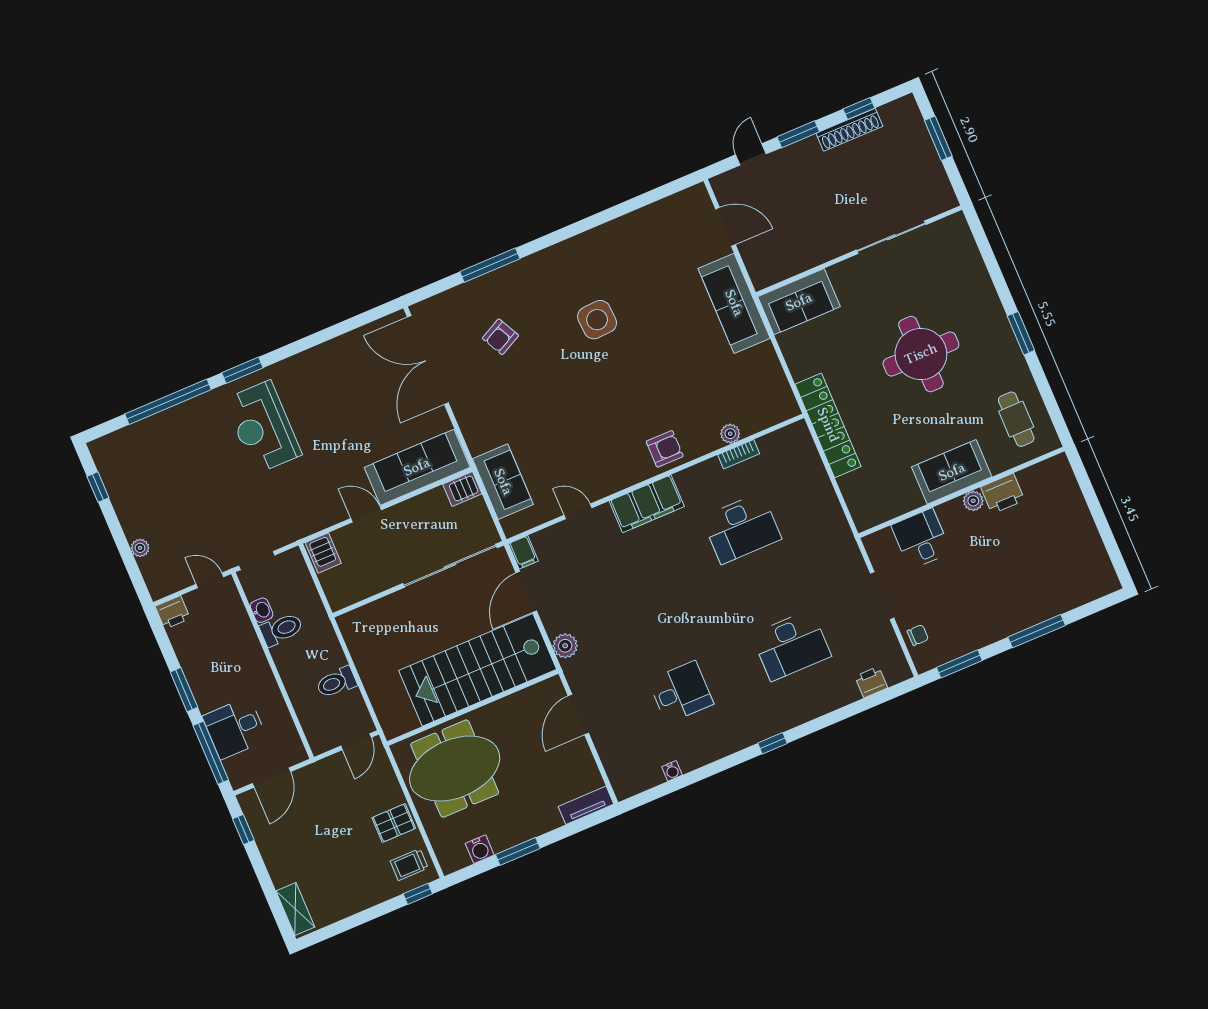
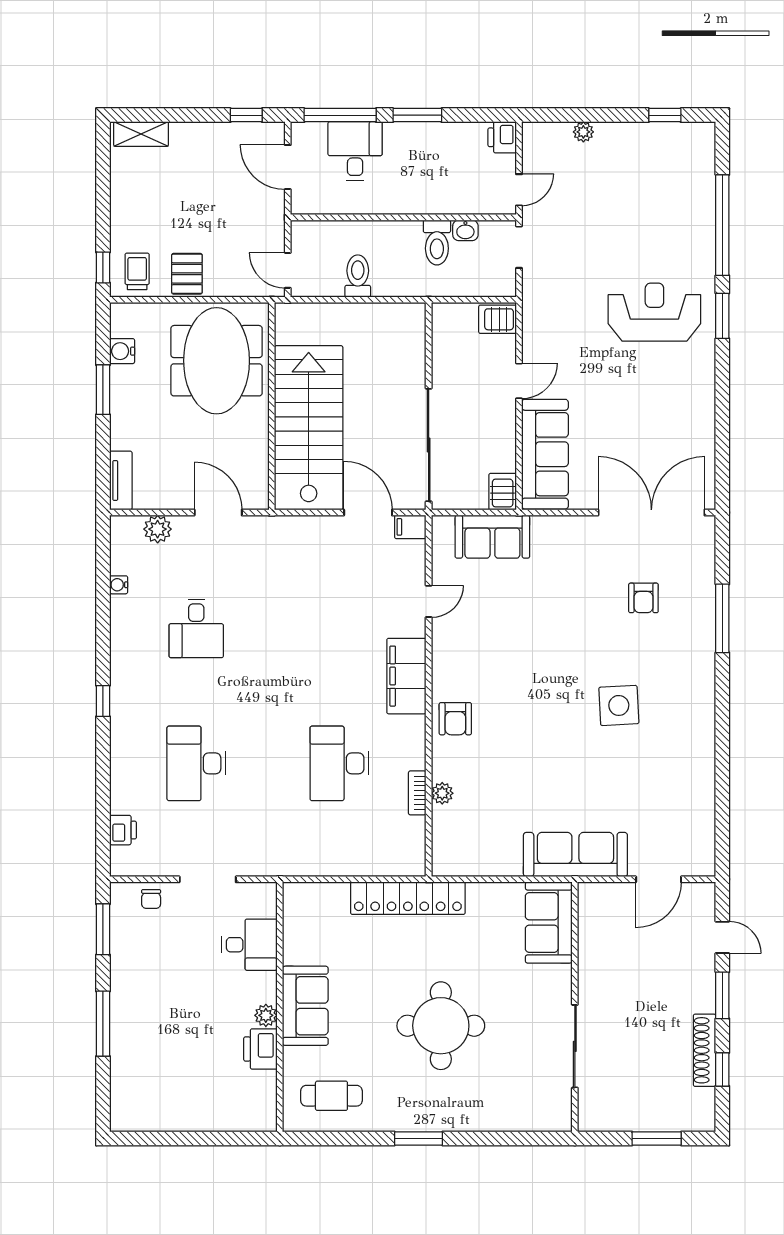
armchair: (501, 337) -> (643, 598), turned -153
plant: (565, 646) -> (158, 529), moved

